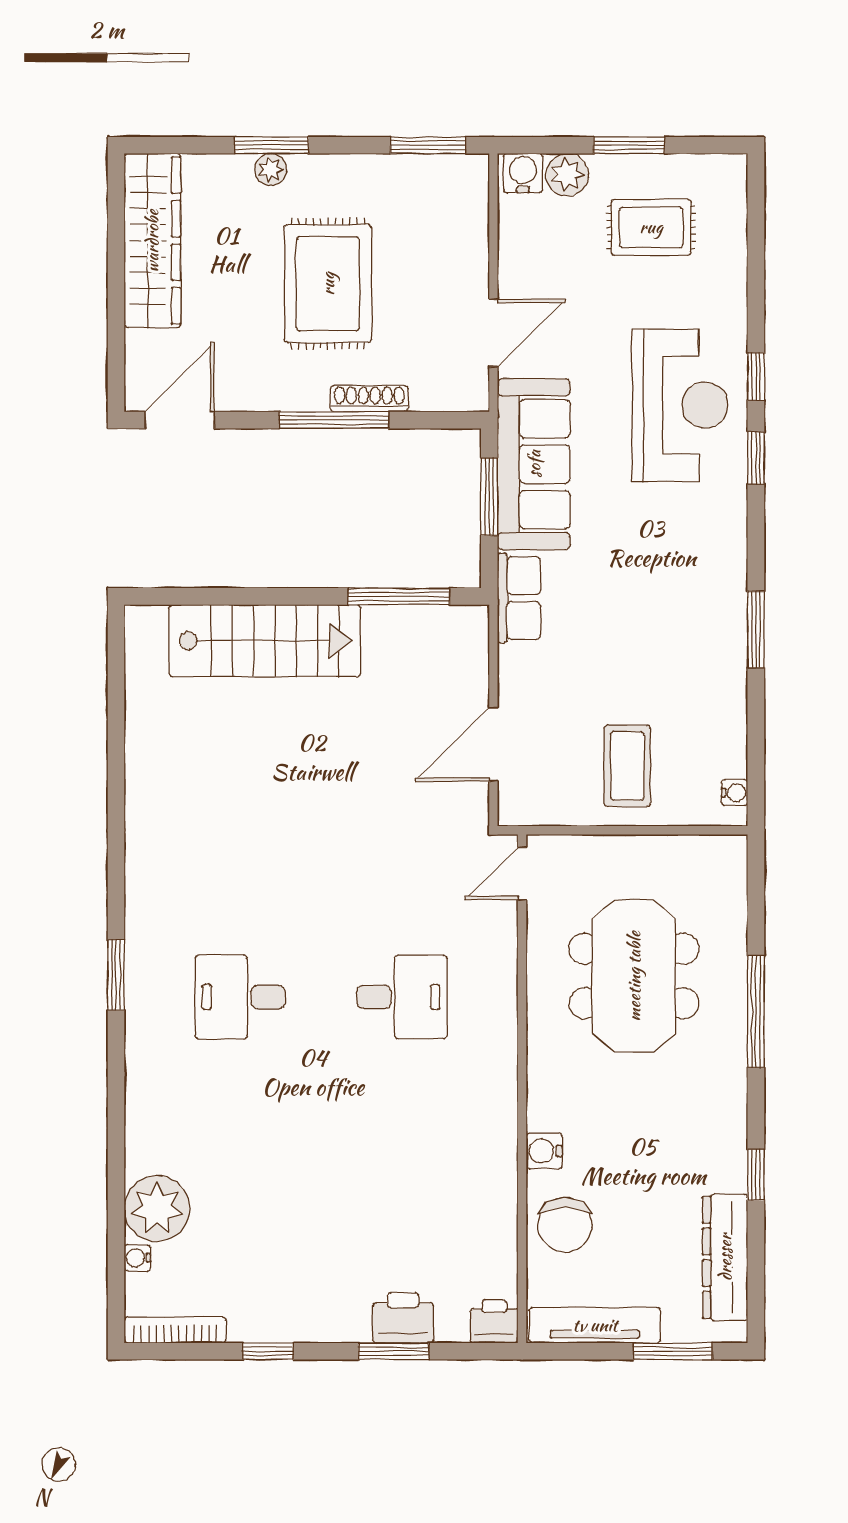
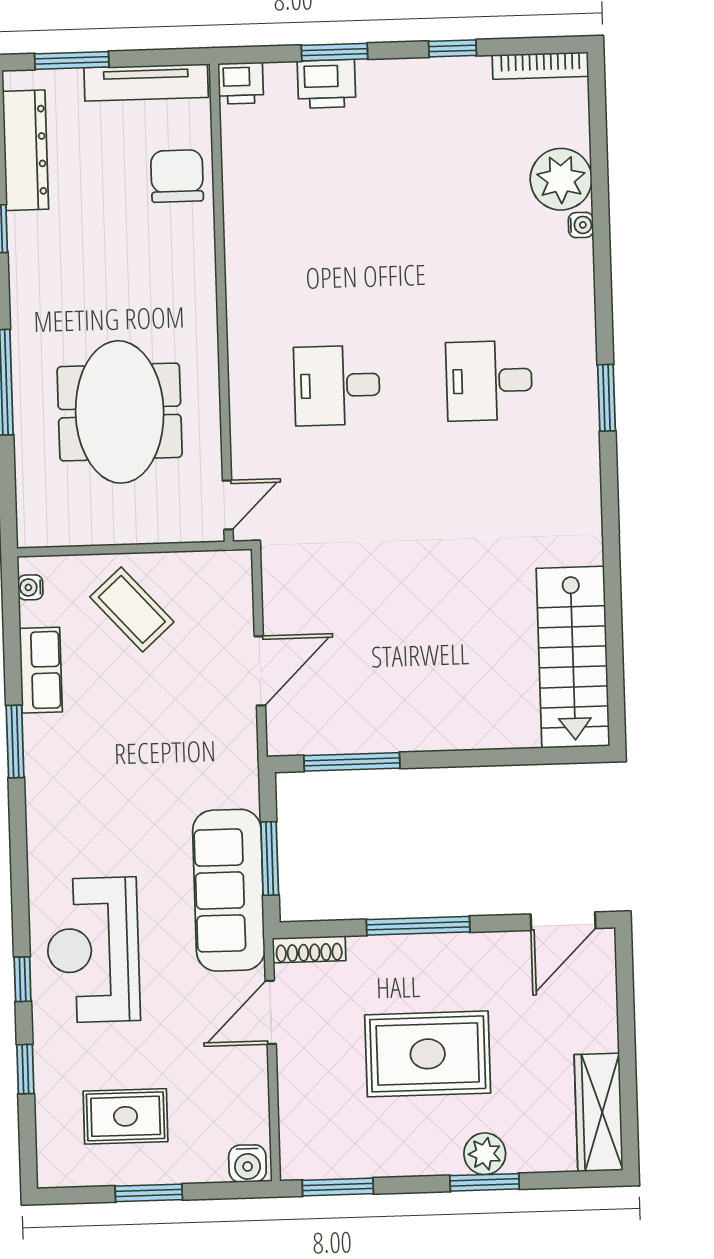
plant: (271, 170) -> (485, 1154), width x1.38, depth x1.38
plant: (567, 175) -> (206, 1163), removed
wardrobe: (152, 241) -> (599, 1112), width x0.71, depth x0.85
rug: (328, 284) -> (428, 1054), turned 90
shoe rack: (369, 399) -> (309, 949), moved
window: (756, 458) -> (25, 1069), moved
row of seats: (519, 598) -> (41, 670), moved, turned 180
stairs: (265, 641) -> (573, 657), moved, turned -90
door: (493, 744) -> (260, 671), moved
coffee table: (627, 766) -> (132, 609), turned -42
desk: (240, 997) -> (489, 381), turned 180
water cooler: (544, 1151) -> (199, 245), removed
water cooler: (137, 1258) -> (581, 225), moved

